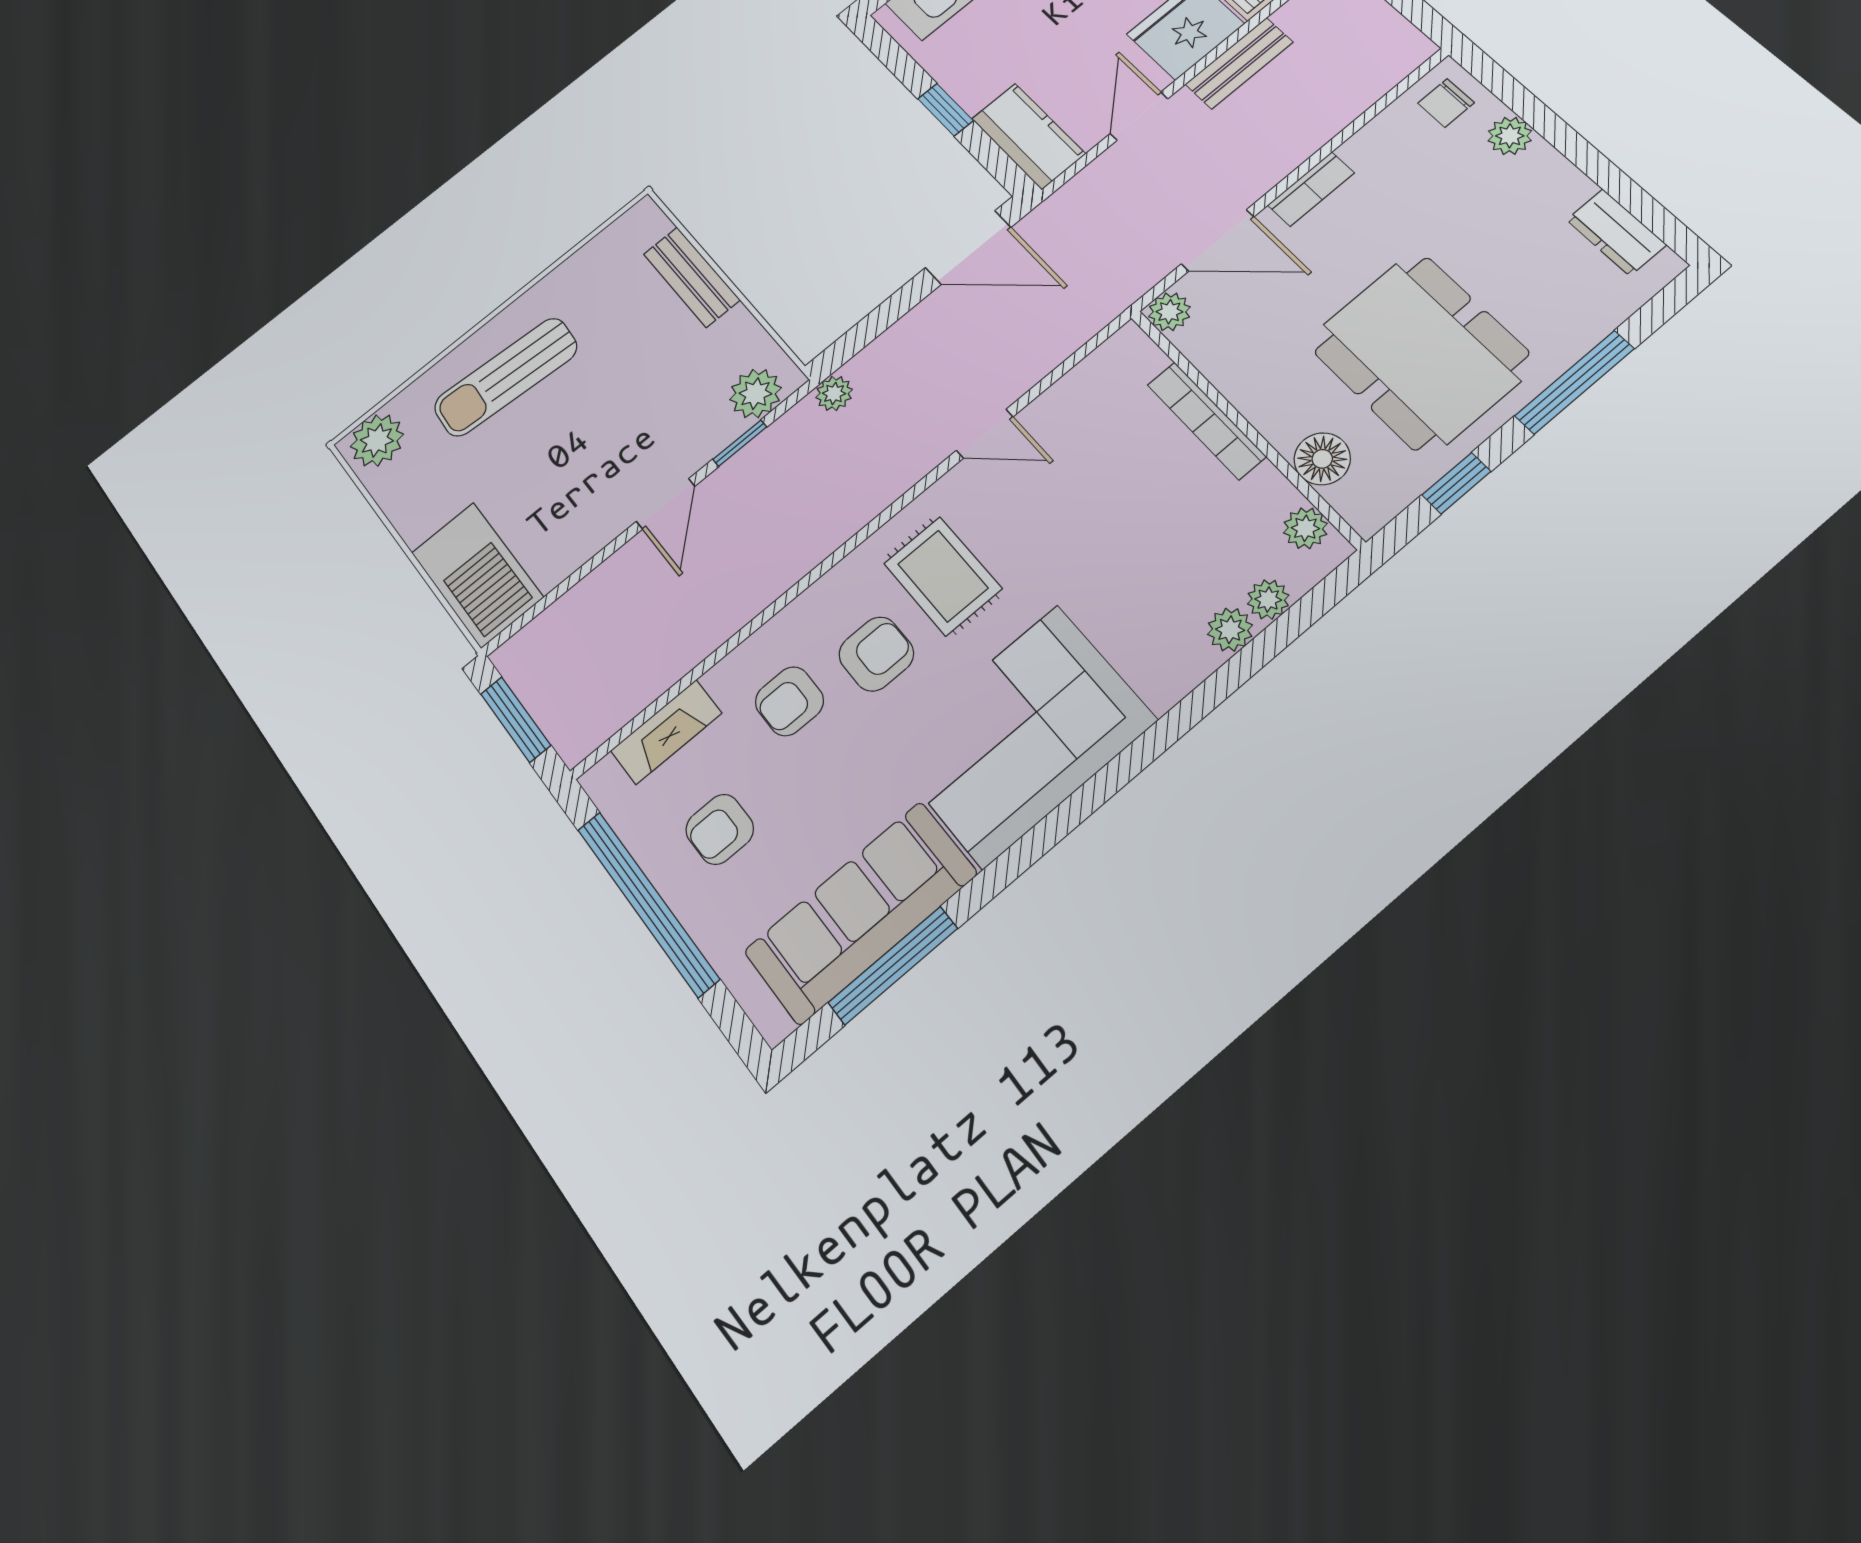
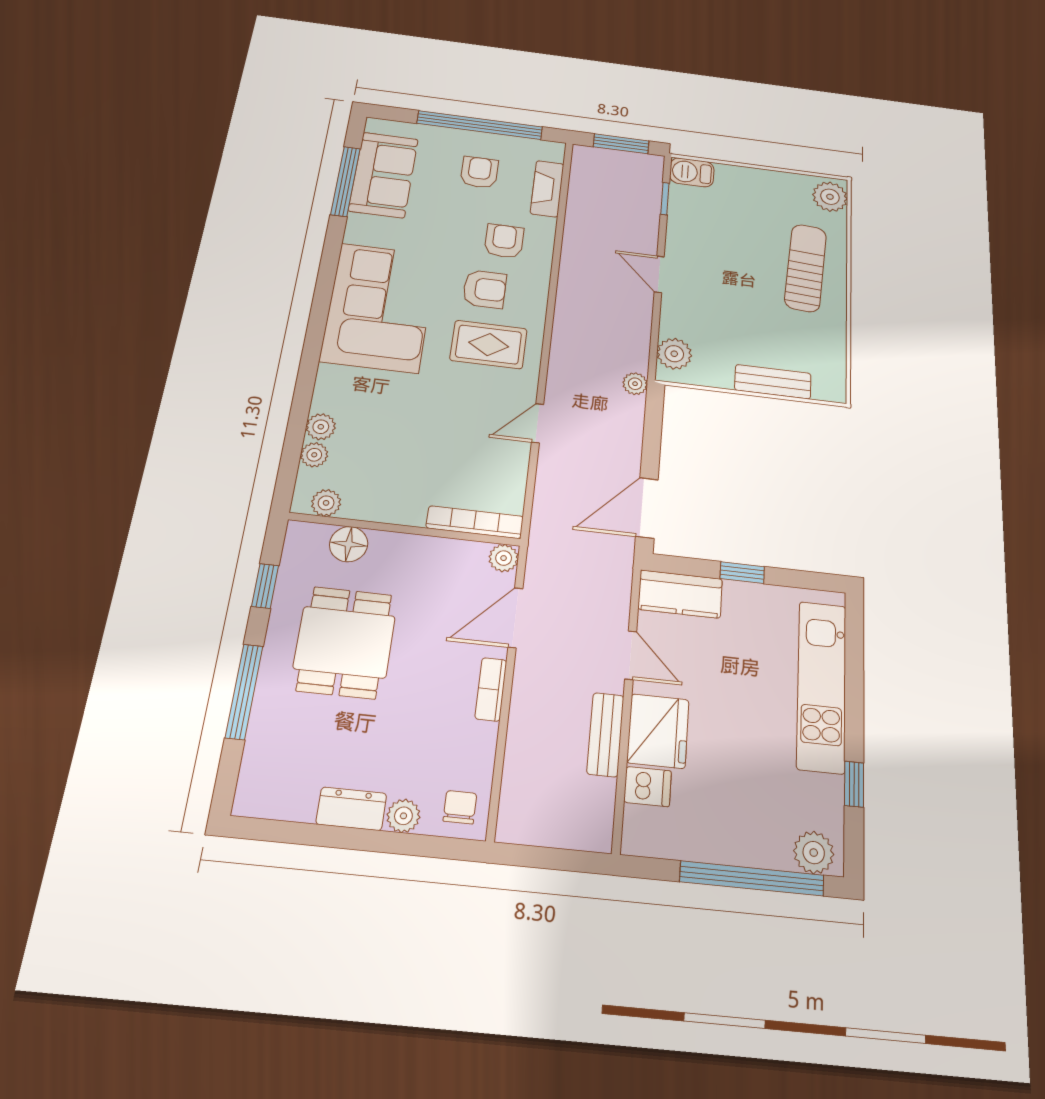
dresser: (1616, 232) -> (351, 809), moved
dining table: (1421, 353) -> (344, 642), width x0.73
bookcase: (1206, 421) -> (475, 522), moved
window: (740, 443) -> (665, 199), moved
barbecue: (477, 575) -> (692, 172), width x0.53, depth x0.65
armchair: (876, 654) -> (485, 289), turned -90
sofa: (861, 913) -> (383, 175), width x0.73

